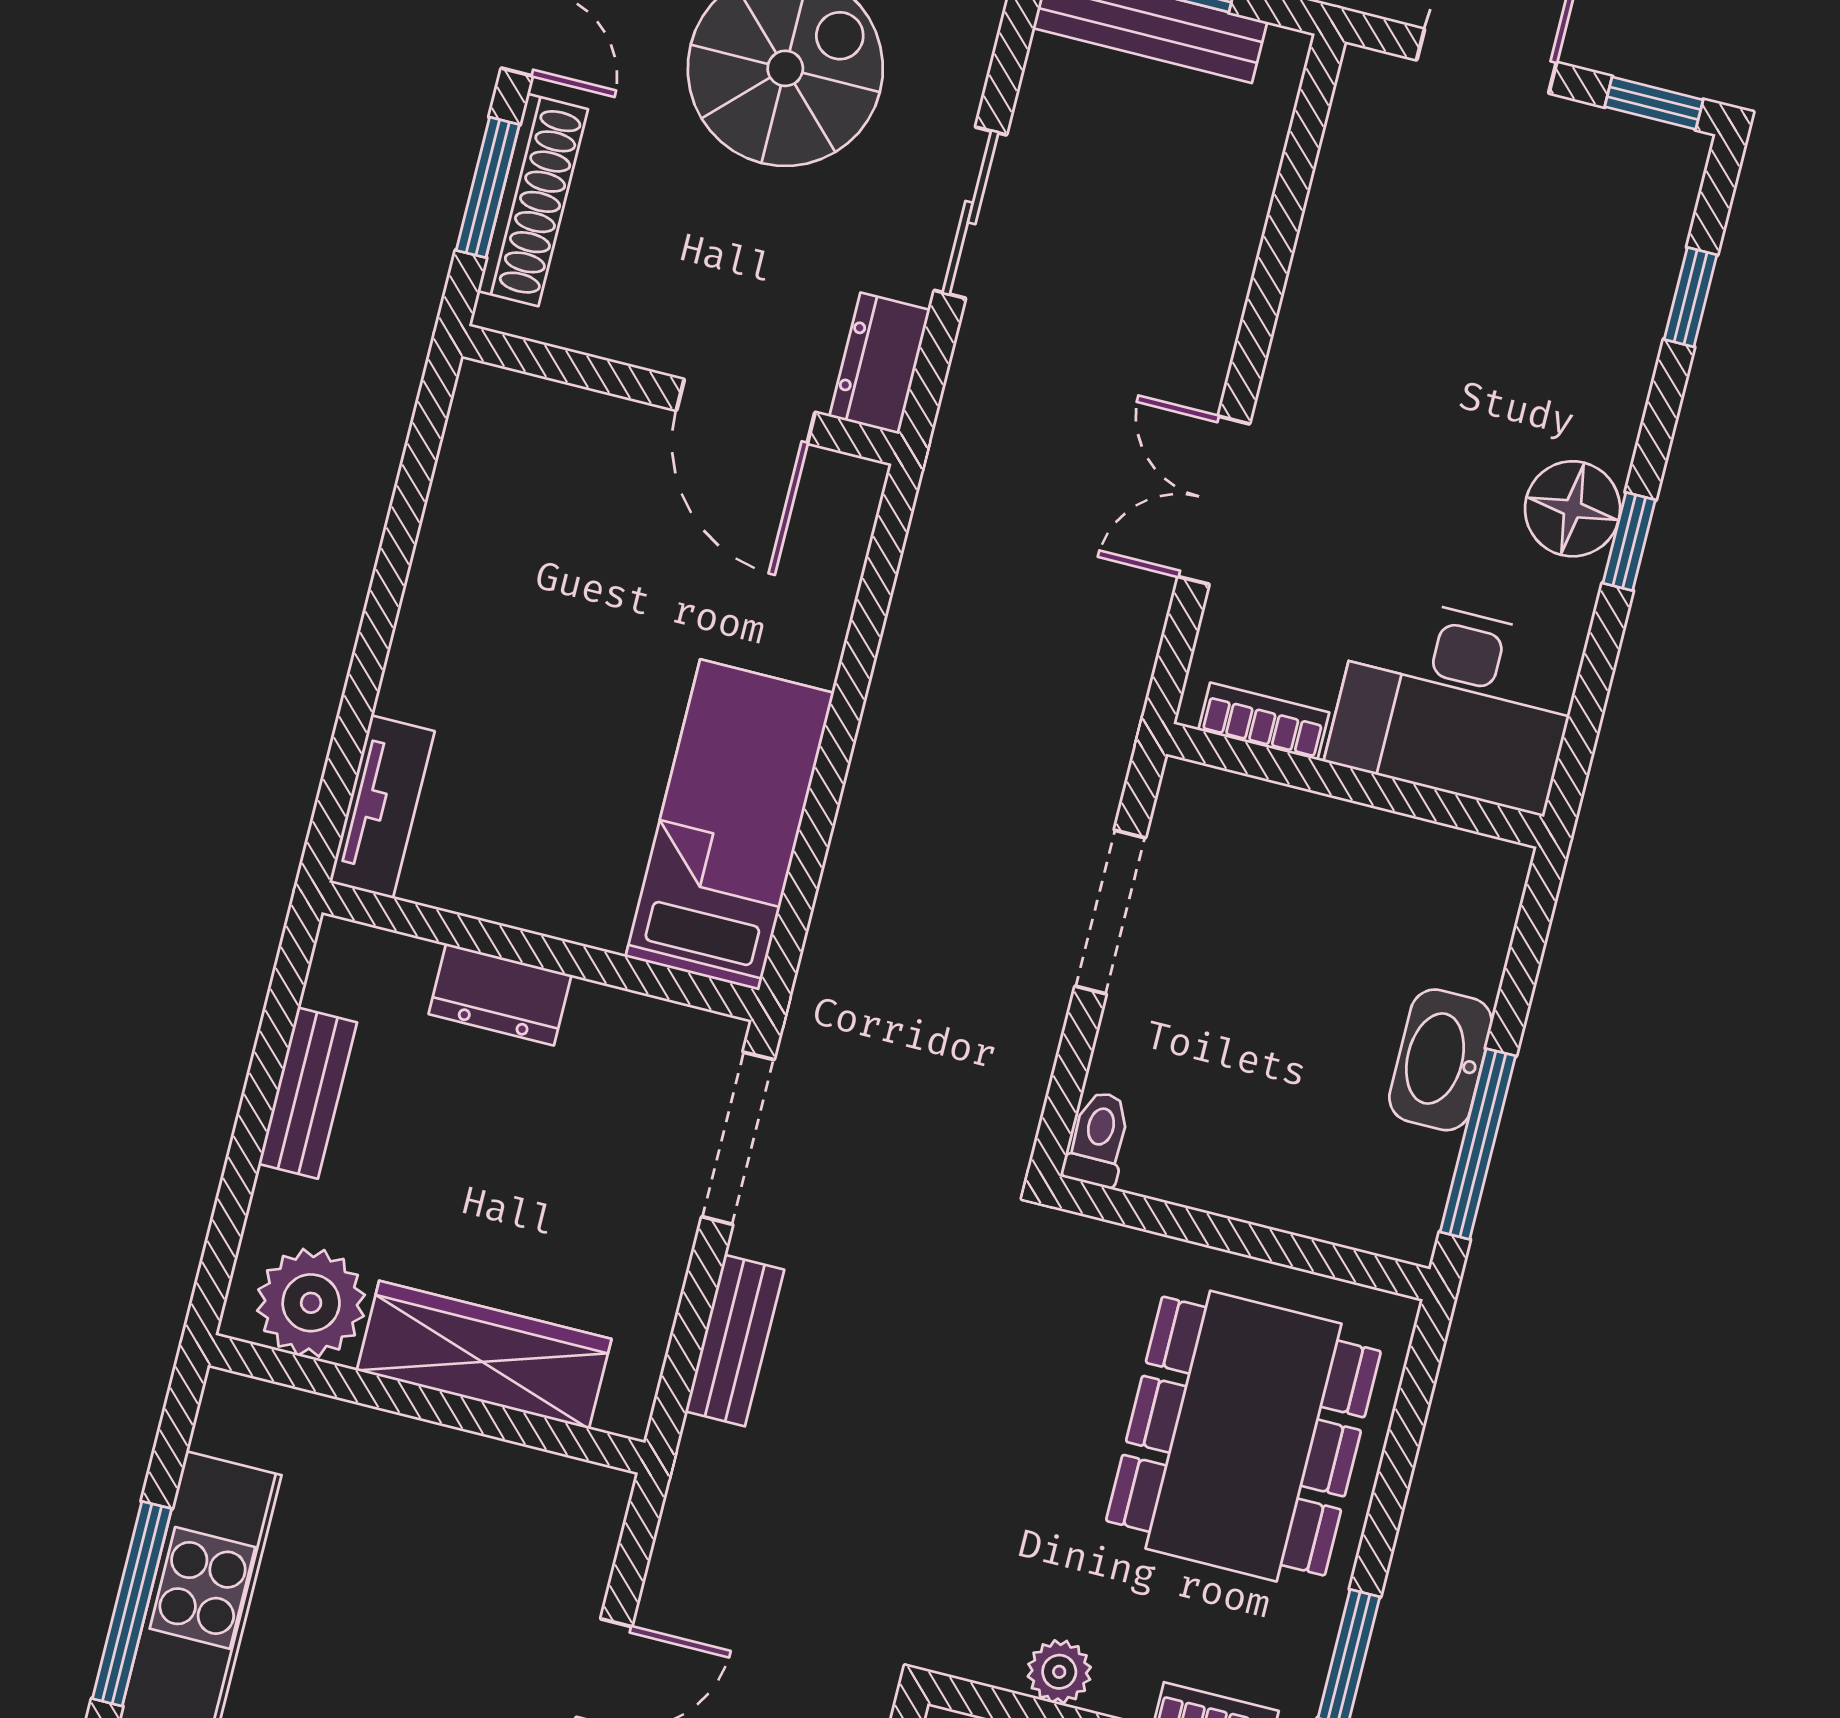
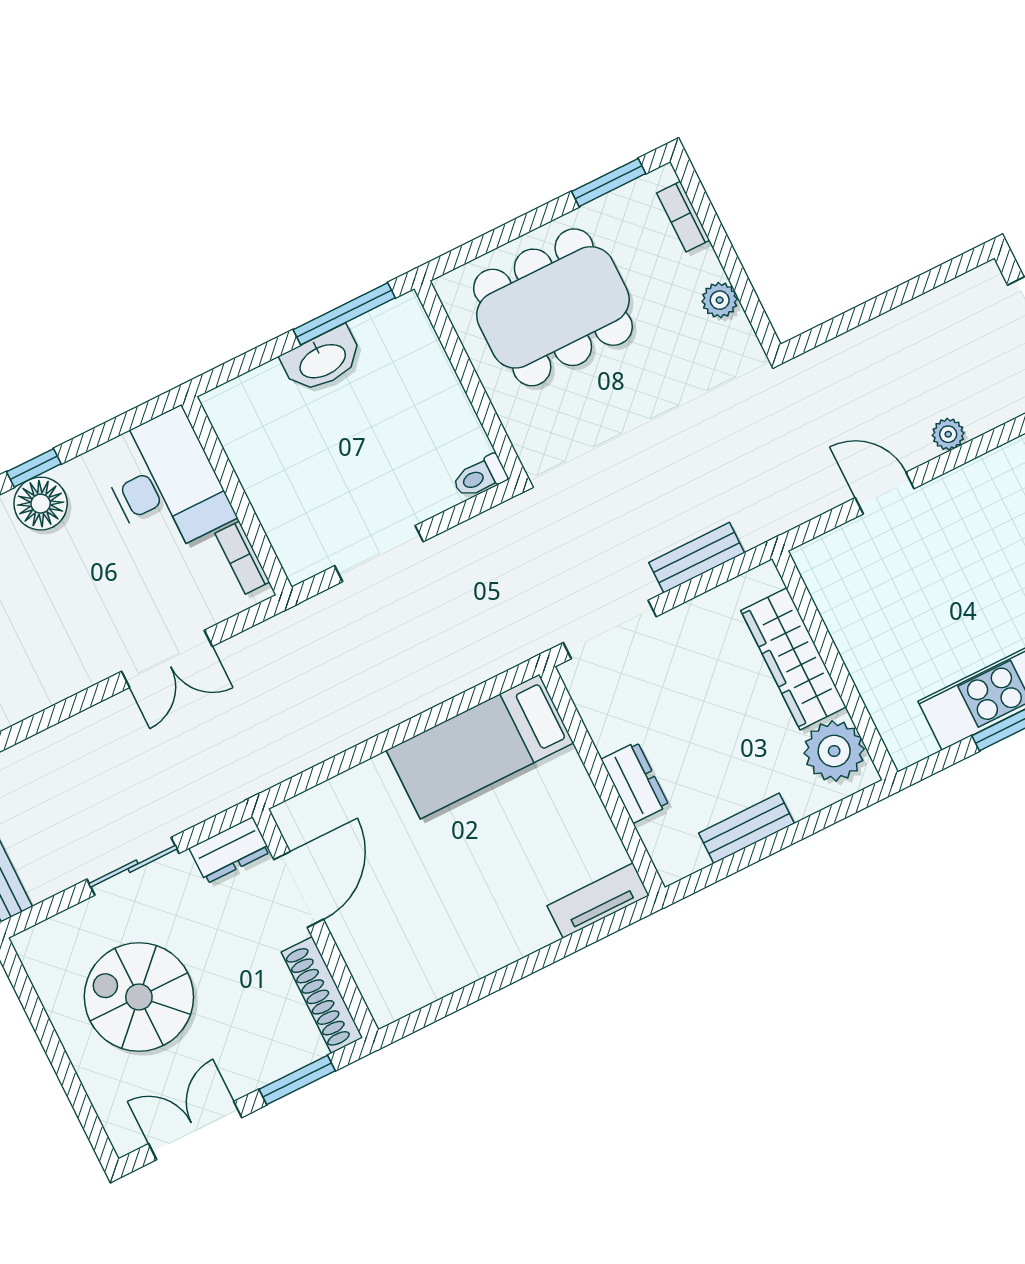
shoe rack: (533, 200) -> (322, 995), moved, turned -90

